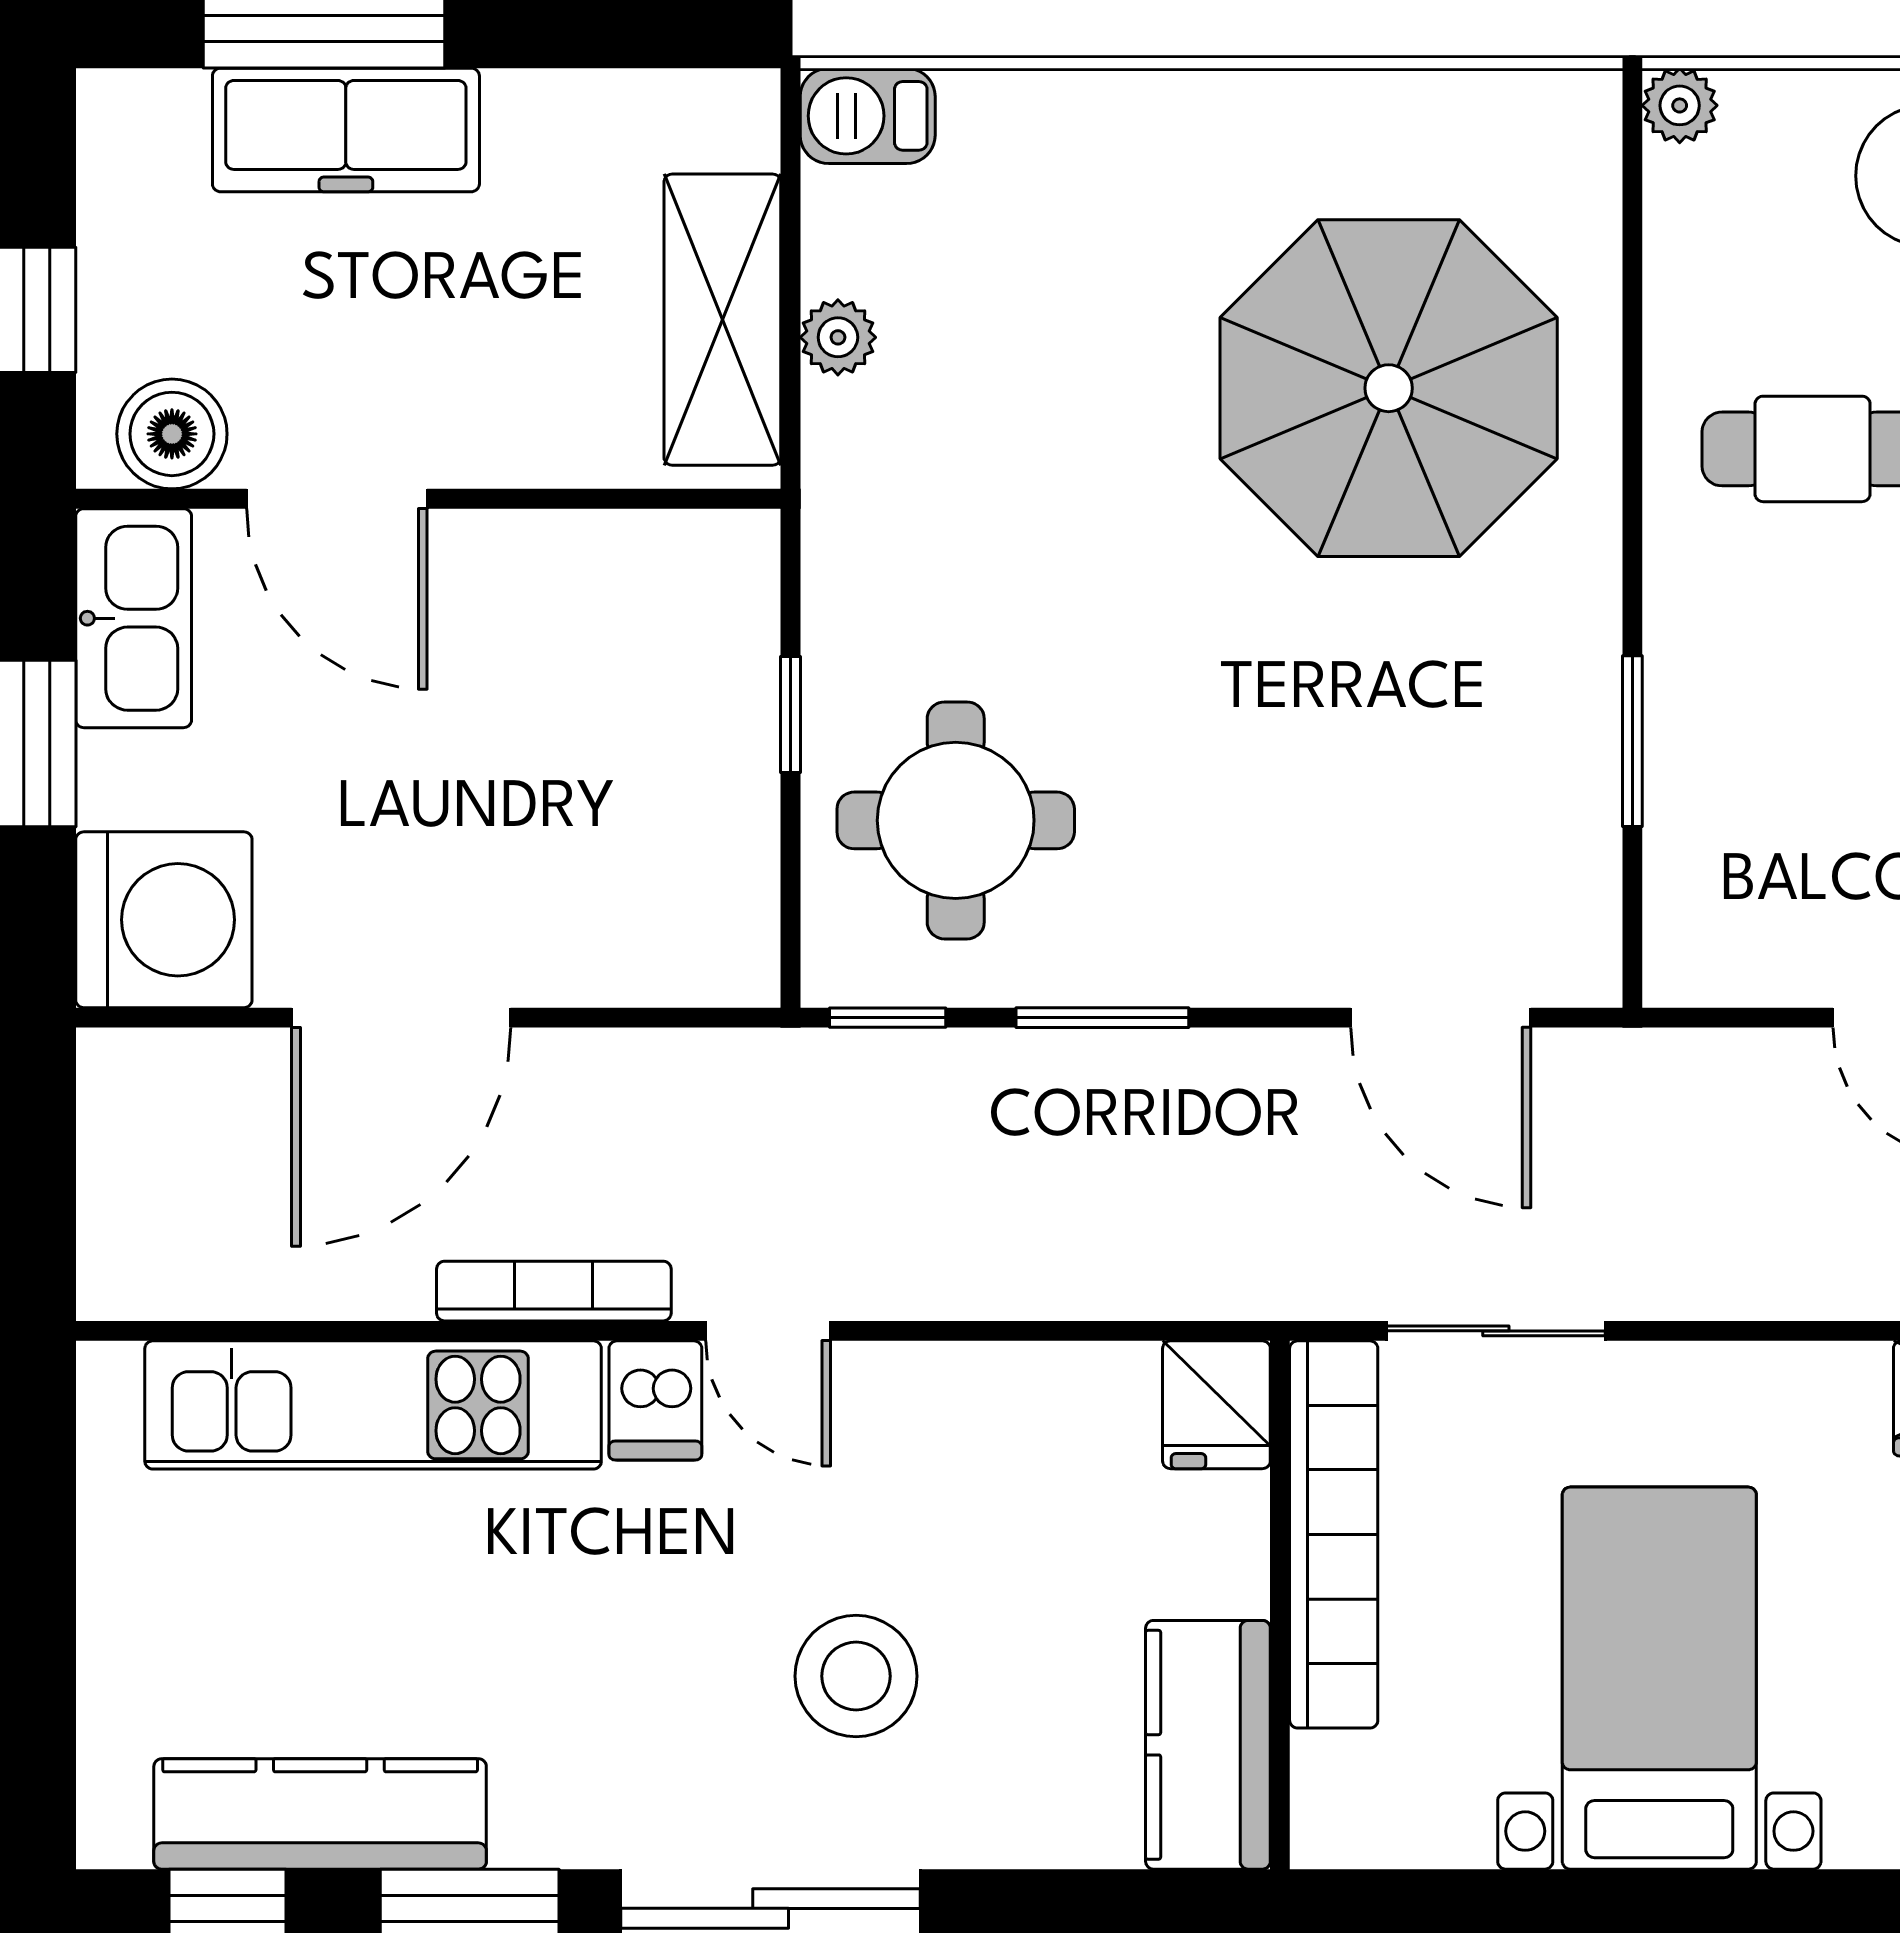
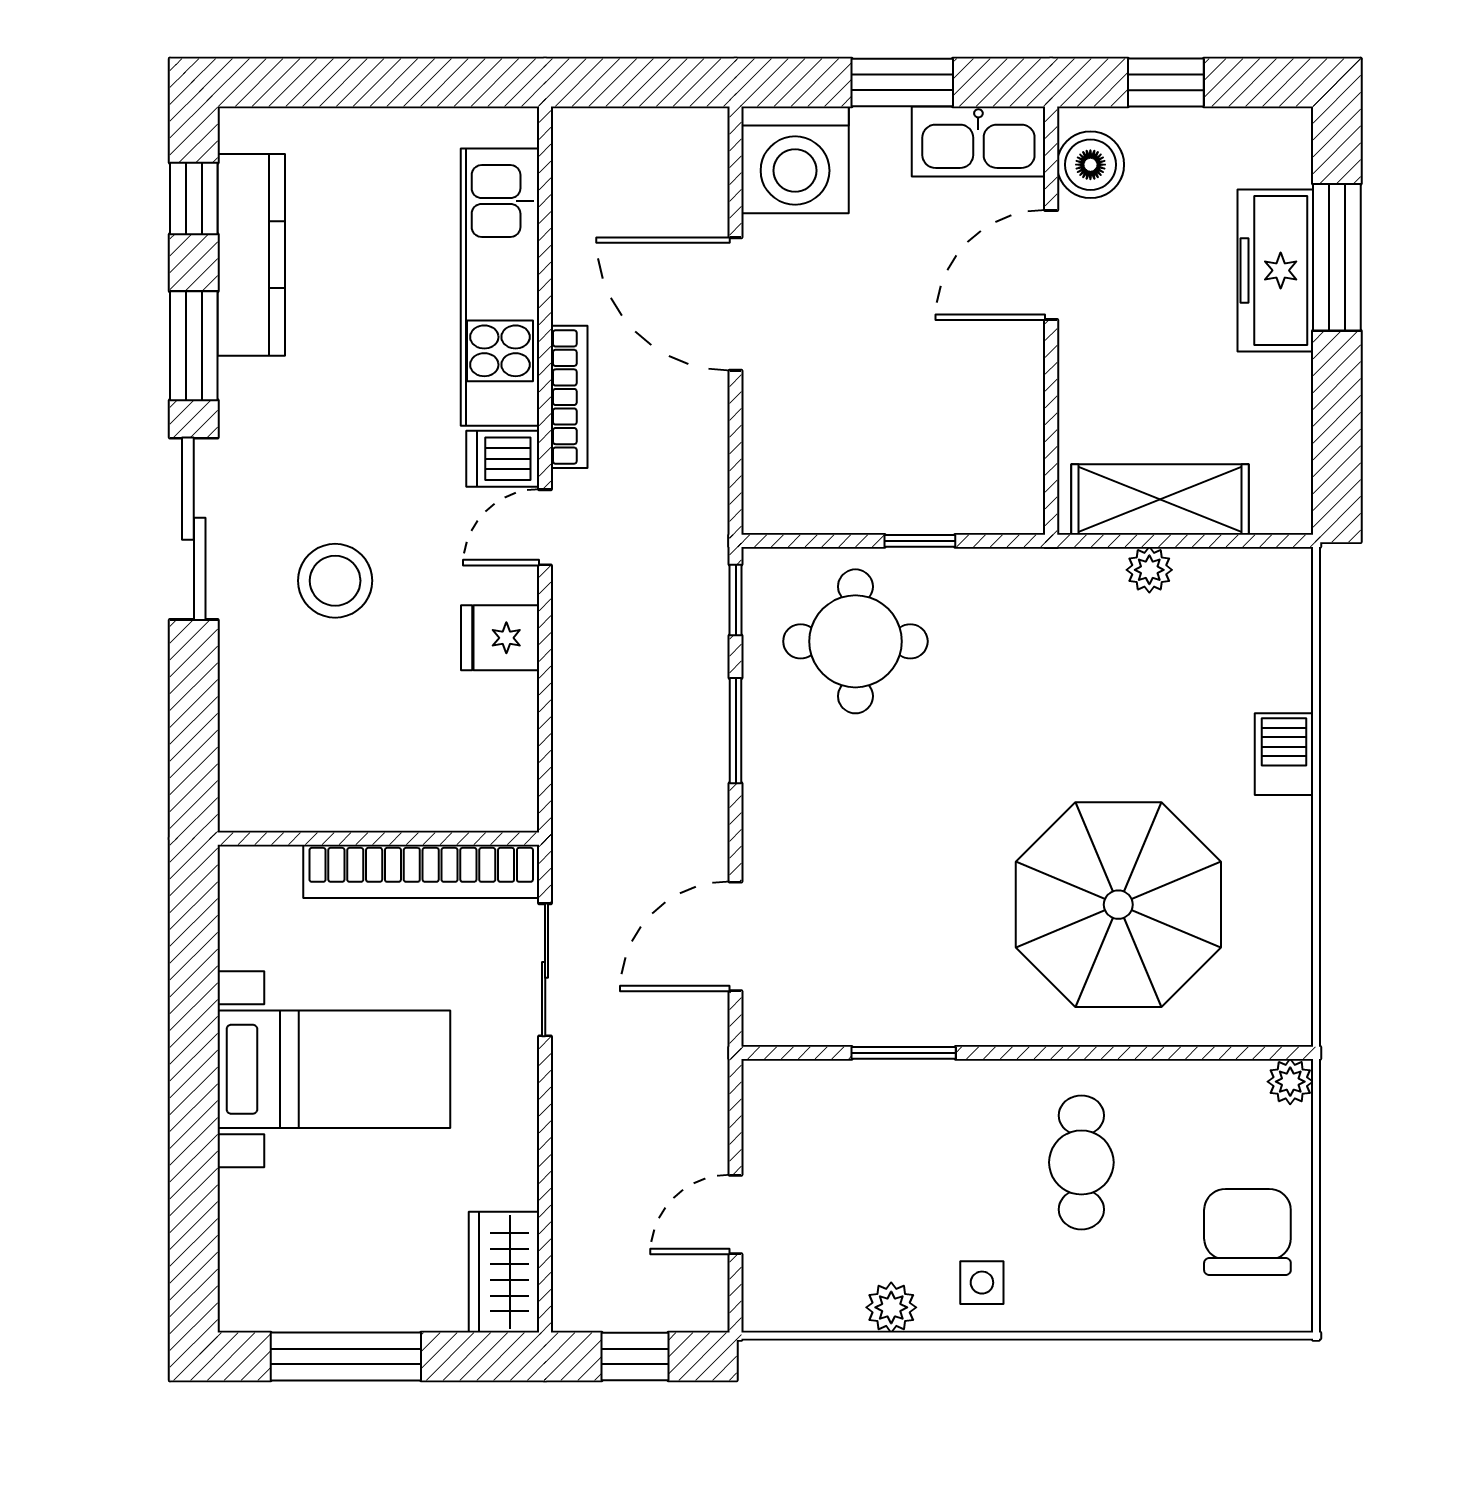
barbecue: (868, 116) -> (1284, 754), moved
fridge: (1216, 1405) -> (500, 638), moved
kitchen counter: (1208, 1745) -> (293, 795), removed

